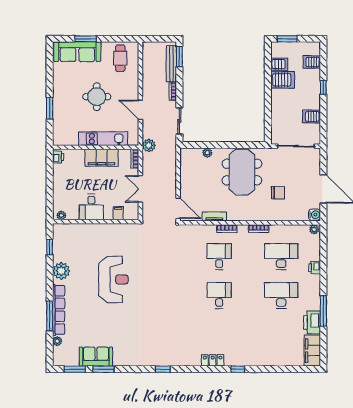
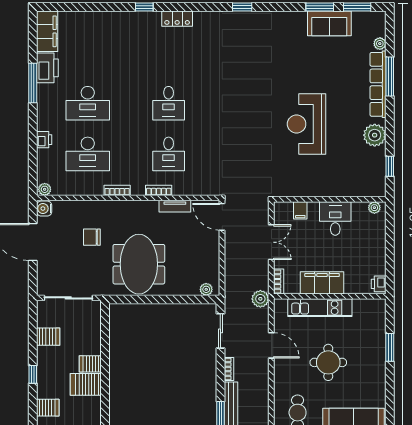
server rack: (279, 64) -> (90, 364), moved
plant: (207, 153) -> (206, 289), moved

